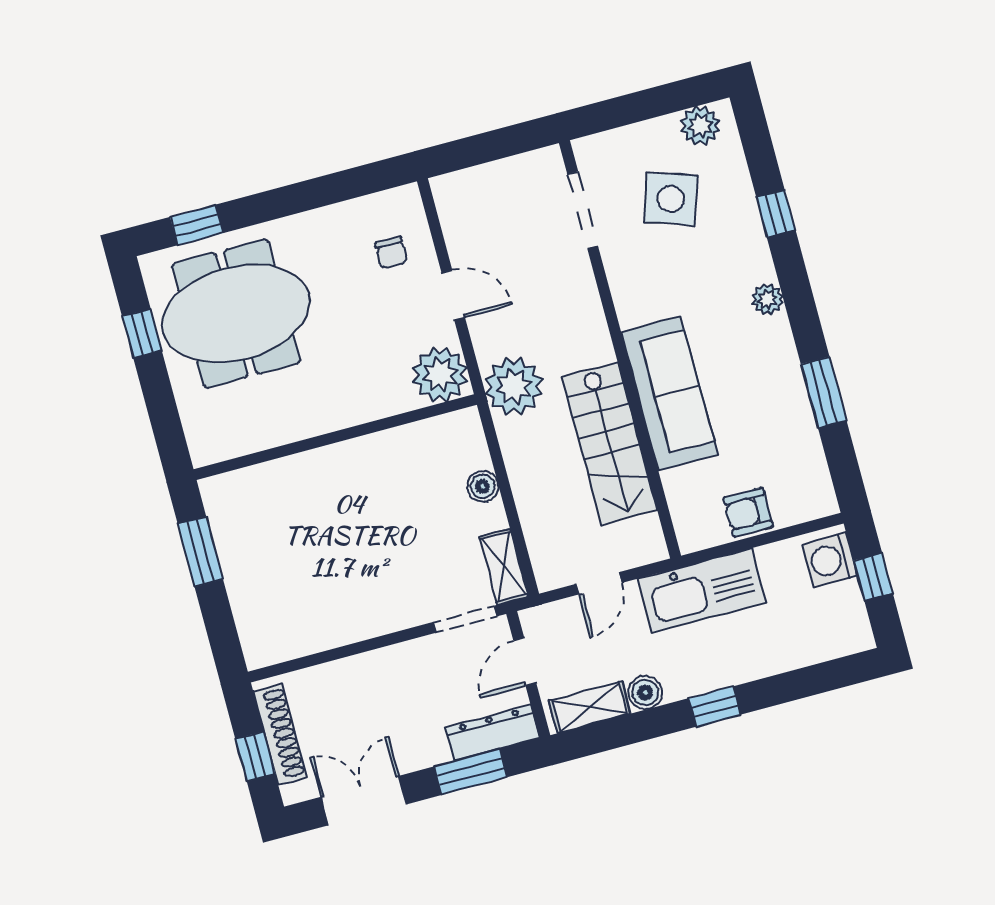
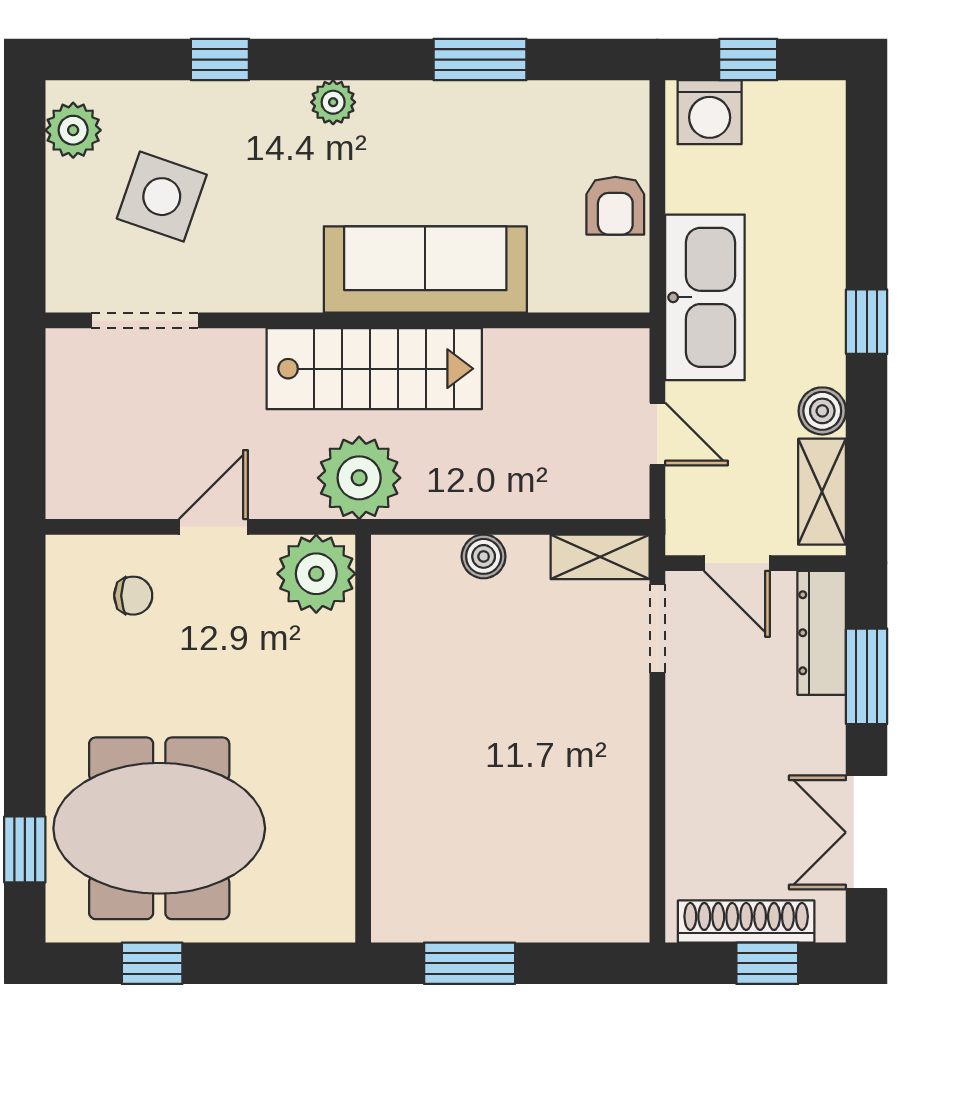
meeting table: (236, 313) -> (159, 828), turned 90
stairs: (610, 443) -> (374, 369), moved

